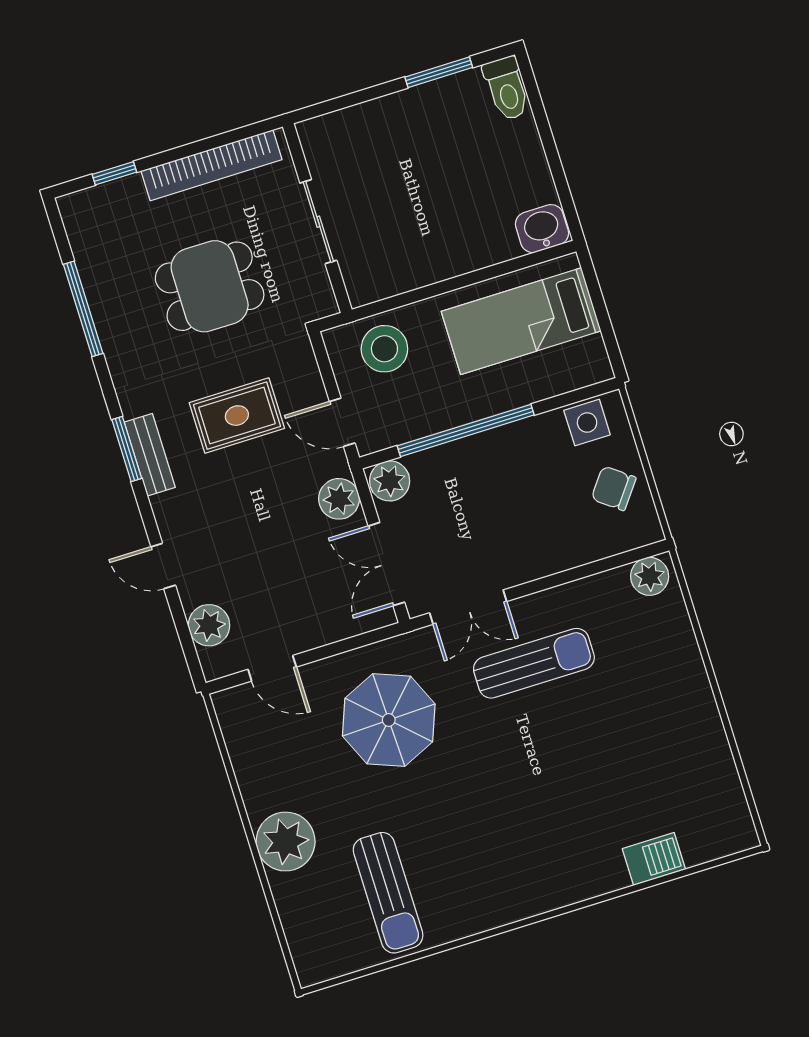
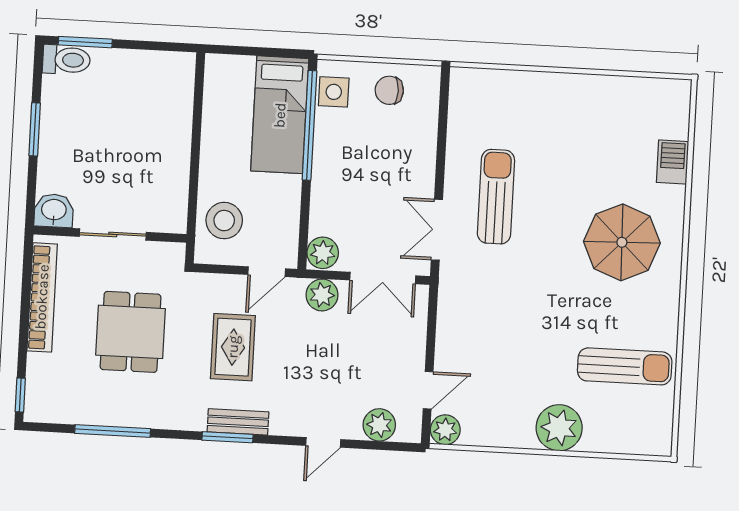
window: (439, 72) -> (35, 129), moved
window: (536, 103) -> (85, 42), added
window: (114, 173) -> (20, 395), moved
washbasin: (542, 229) -> (54, 211), moved, turned 90
bed: (521, 321) -> (280, 115), moved
window: (466, 430) -> (310, 125), moved
chair: (614, 488) -> (389, 90), turned 53
plant: (650, 576) -> (445, 430), moved
double door: (468, 607) -> (437, 230), swing flipped
parasol: (389, 720) -> (622, 242), moved

